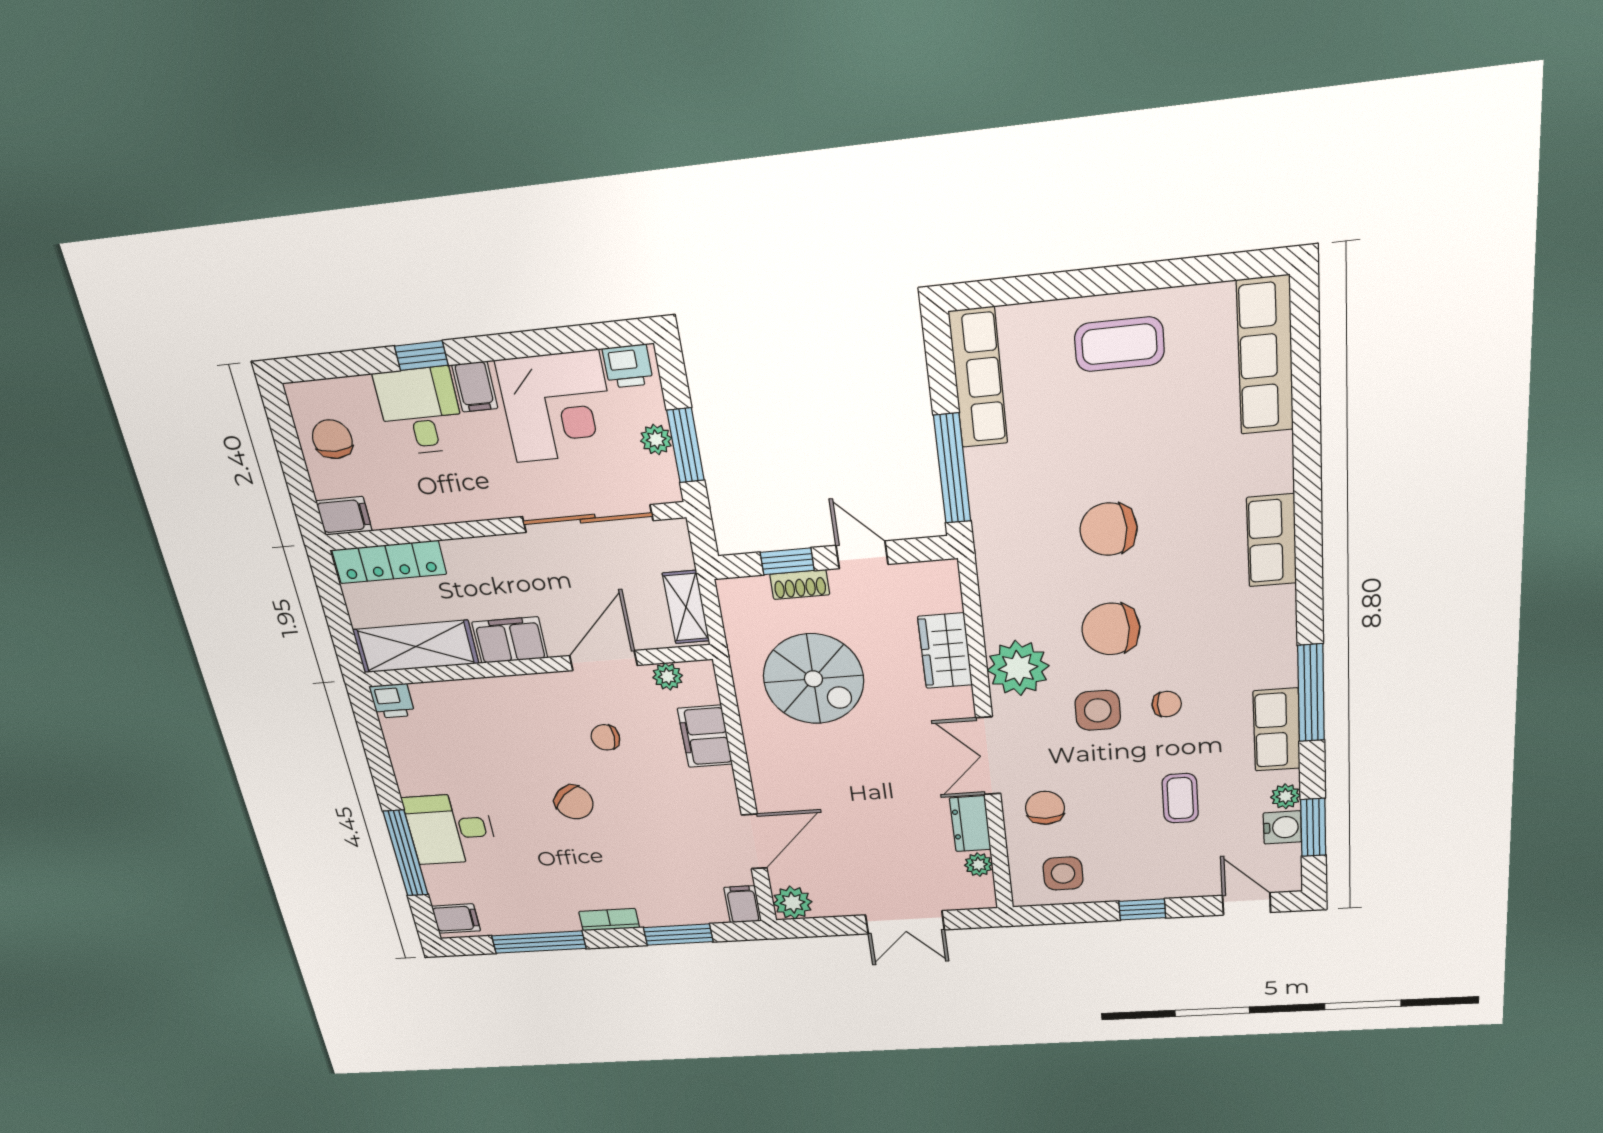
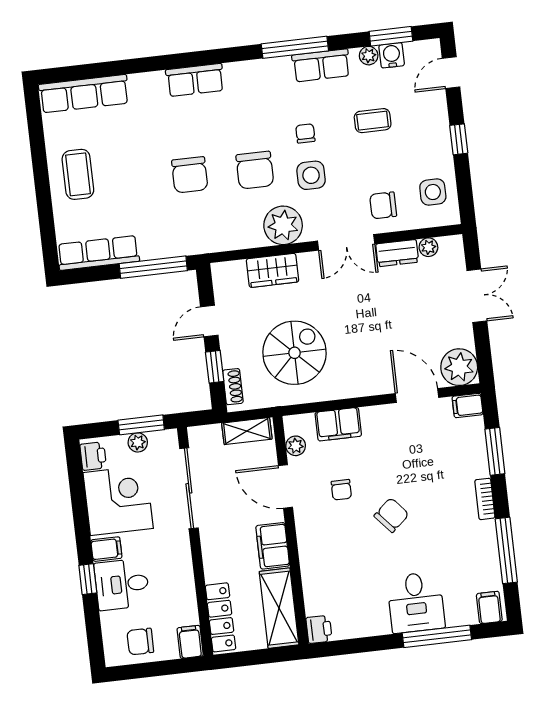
shoe rack: (800, 584) -> (233, 387), moved
plant: (793, 903) -> (459, 367), width x1.36, depth x1.36

